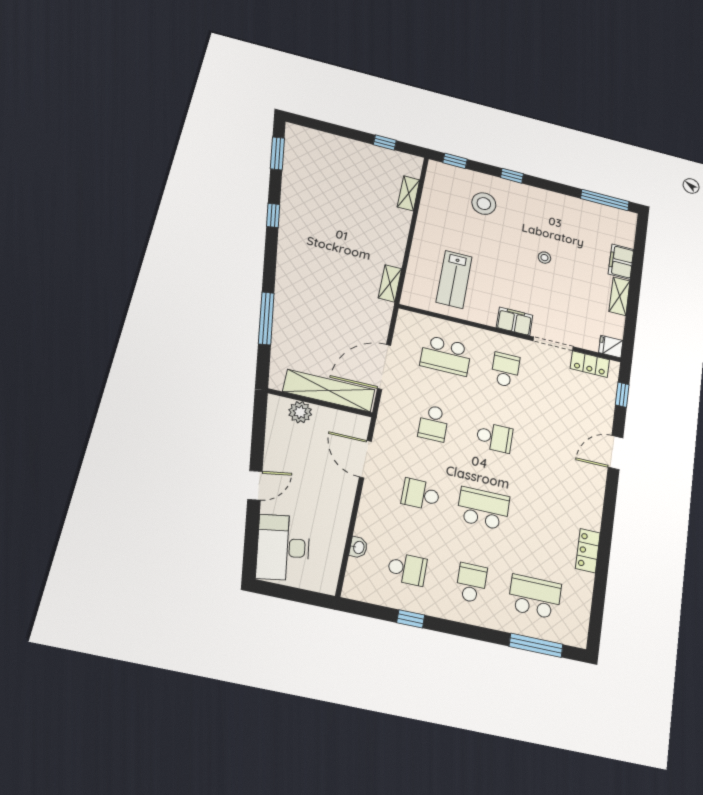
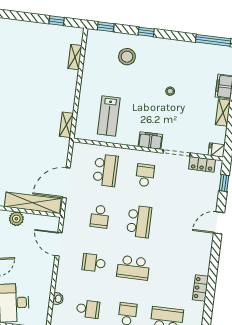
school desk: (446, 356) -> (106, 170), turned -90
school desk: (494, 437) -> (139, 222), width x1.85
school desk: (483, 508) -> (133, 268), turned 180

